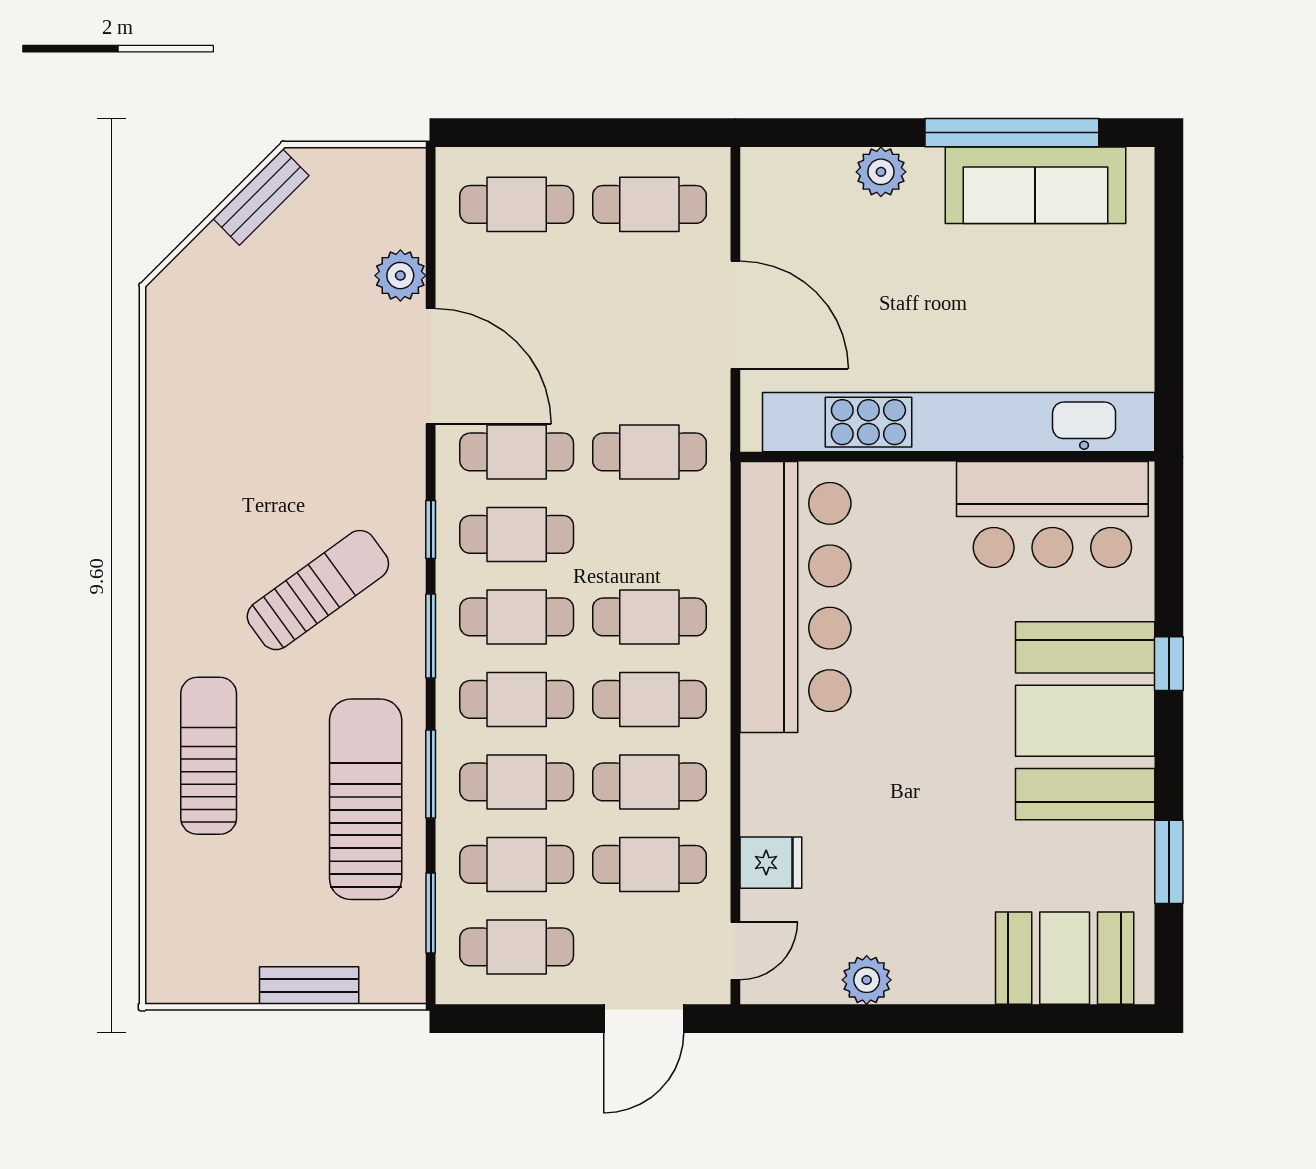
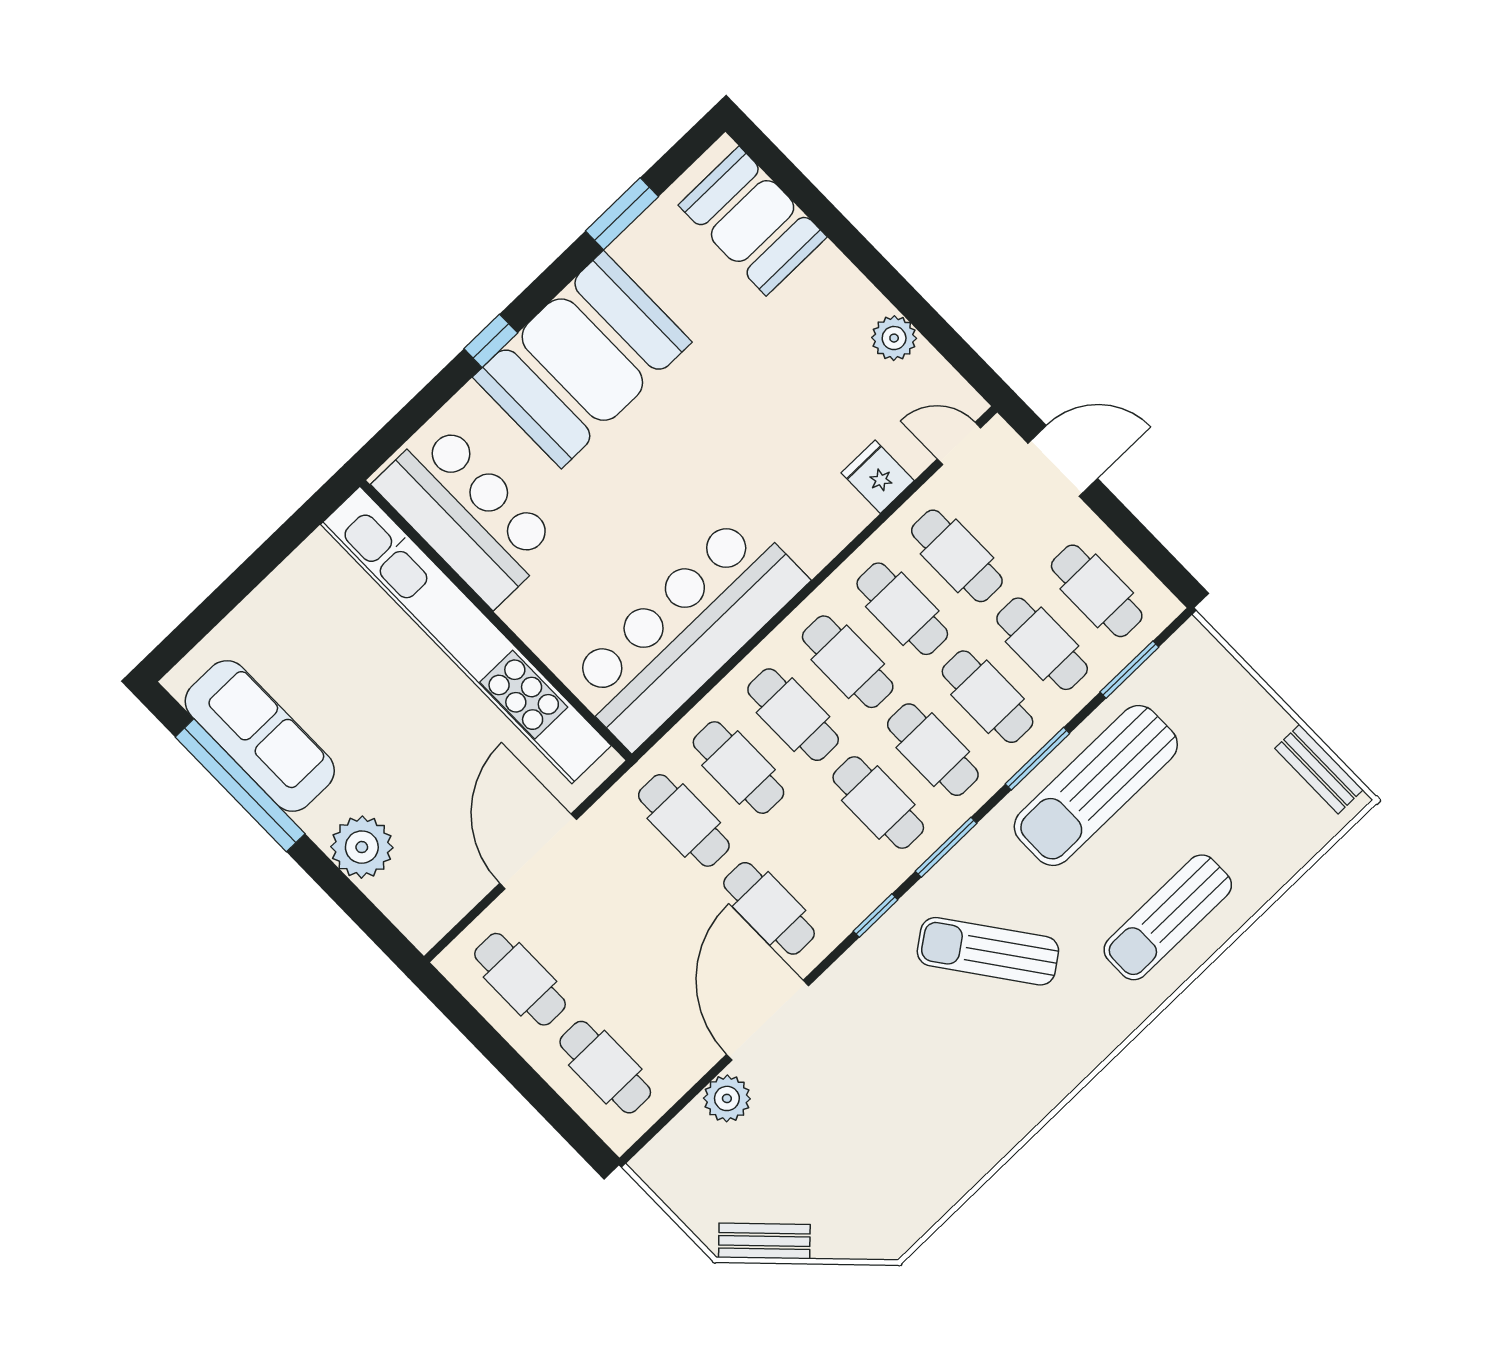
plant: (881, 172) -> (362, 847), width x1.36, depth x1.36
cafe table: (517, 534) -> (738, 768), moved
bench: (309, 985) -> (1319, 769), moved

